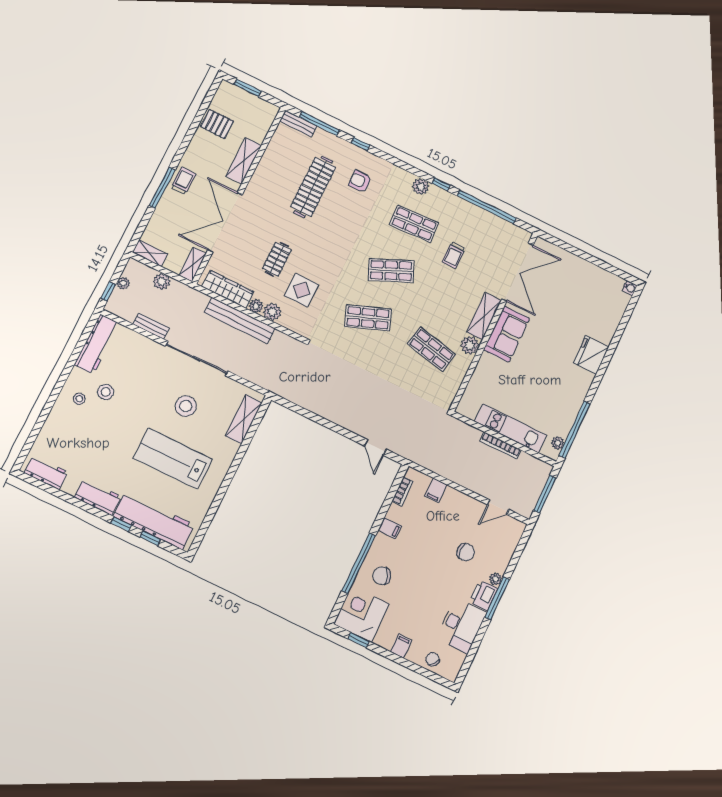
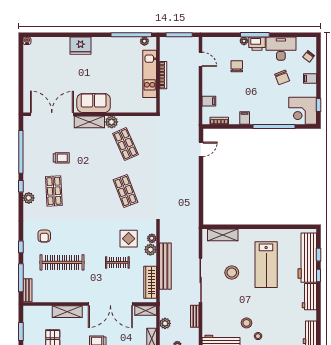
shop shelf: (391, 270) -> (90, 191), removed
plant: (256, 306) -> (152, 238), moved
shop shelf: (431, 349) -> (125, 144), turned -36
chair: (382, 576) -> (282, 77), moved

